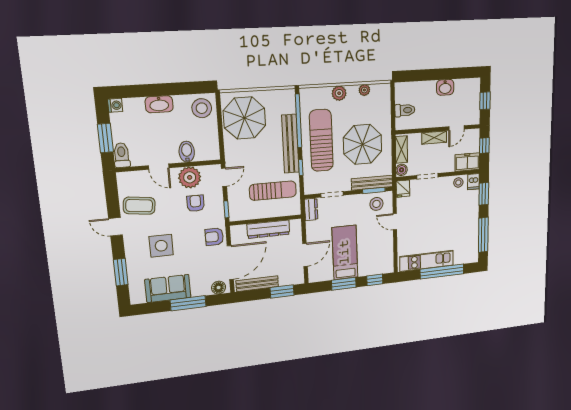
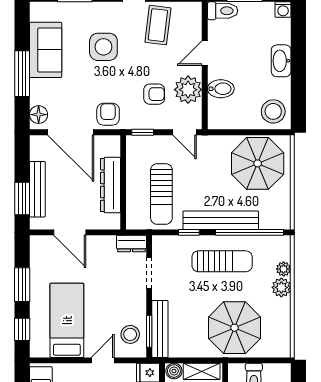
plant: (364, 90) -> (284, 269), moved
sun lounger: (321, 140) -> (222, 261), width x0.73, depth x0.75
parasol: (363, 144) -> (234, 328), moved
bed: (345, 252) -> (67, 320), moved, turned -90
bench: (257, 284) -> (37, 189), moved

